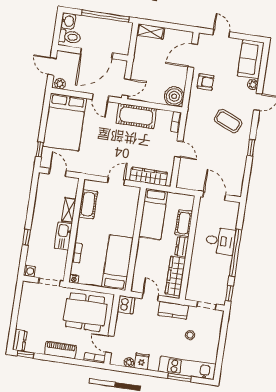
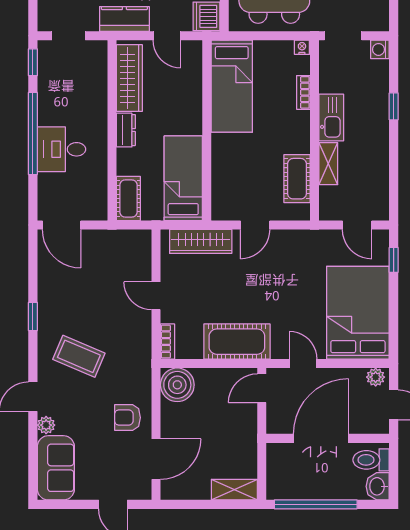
door: (214, 196) -> (62, 225), moved
cot: (184, 223) -> (128, 199), moved

